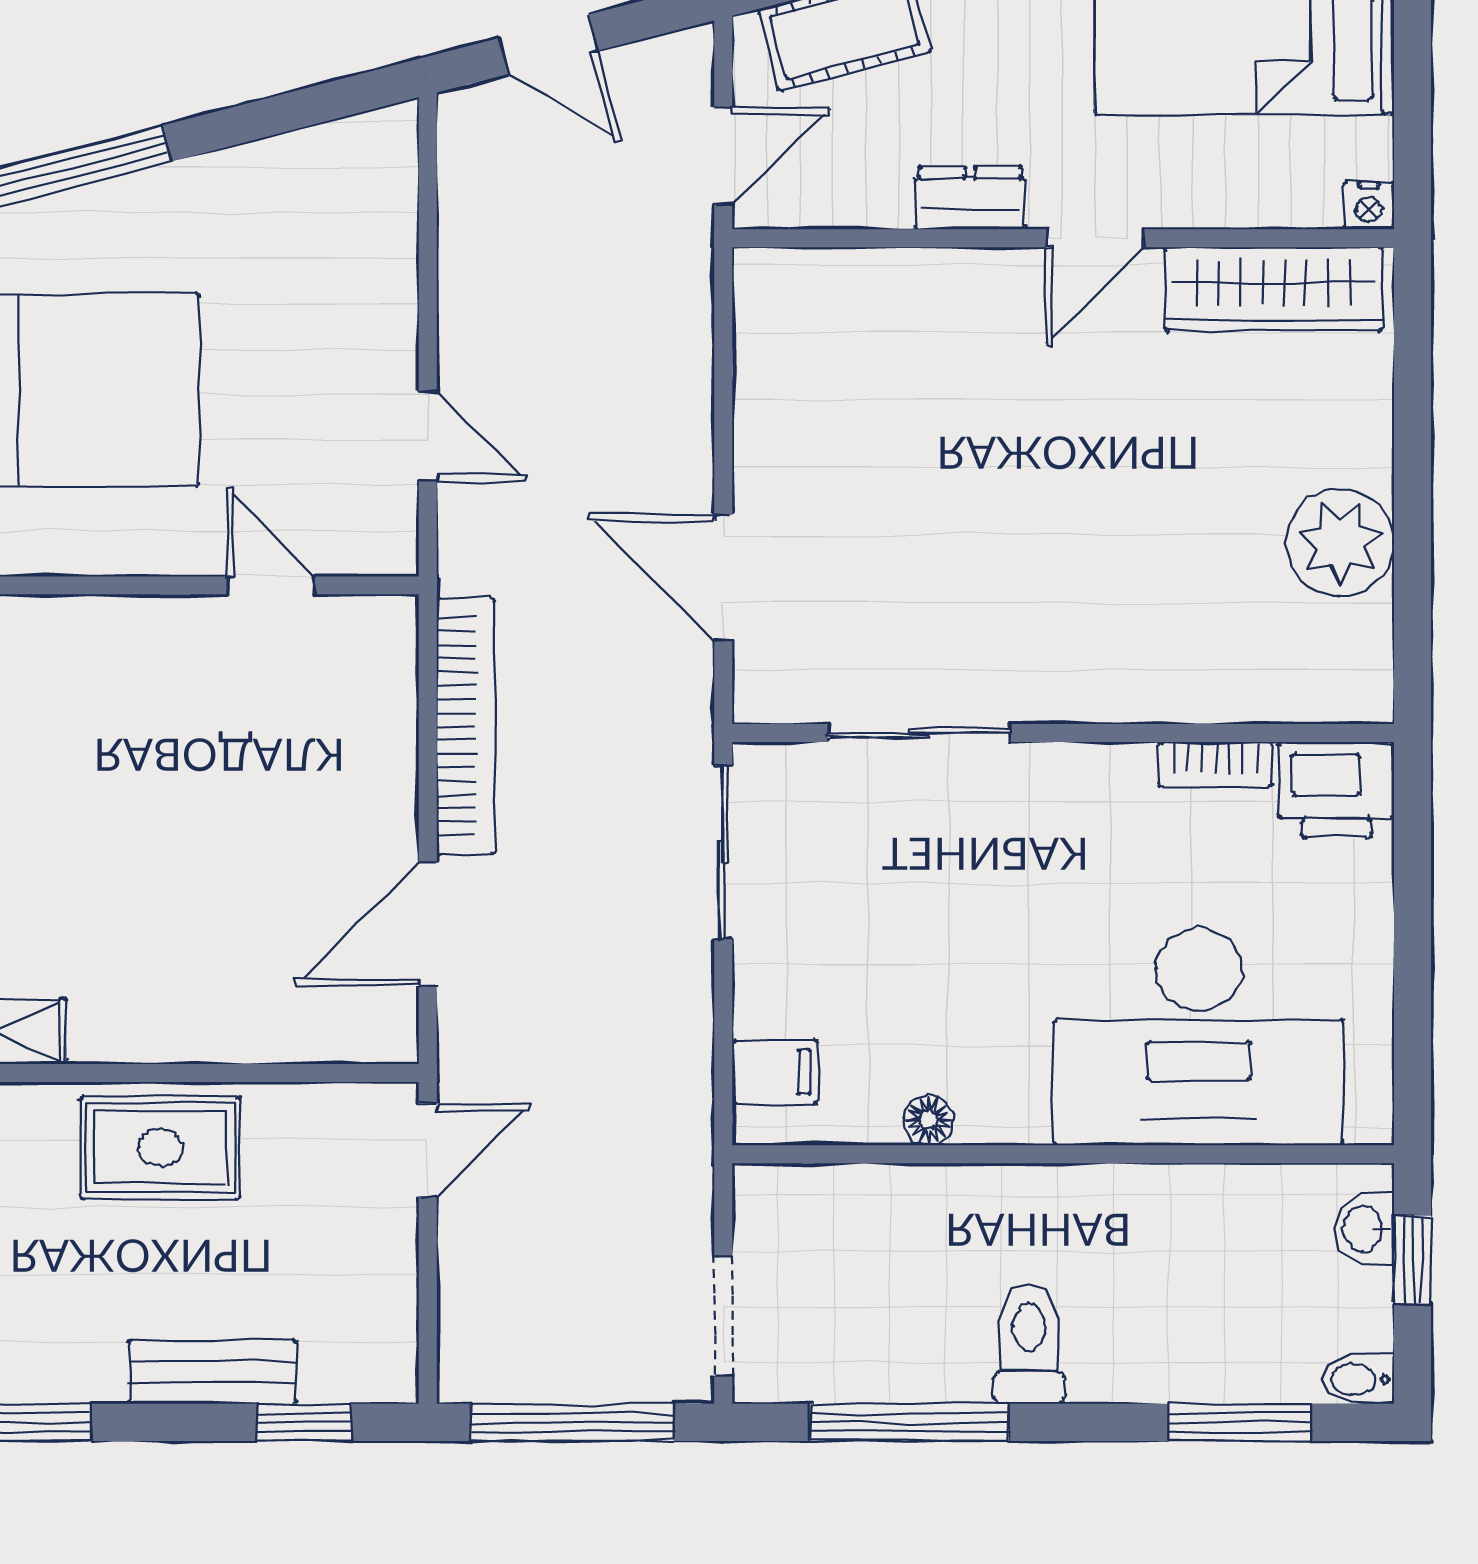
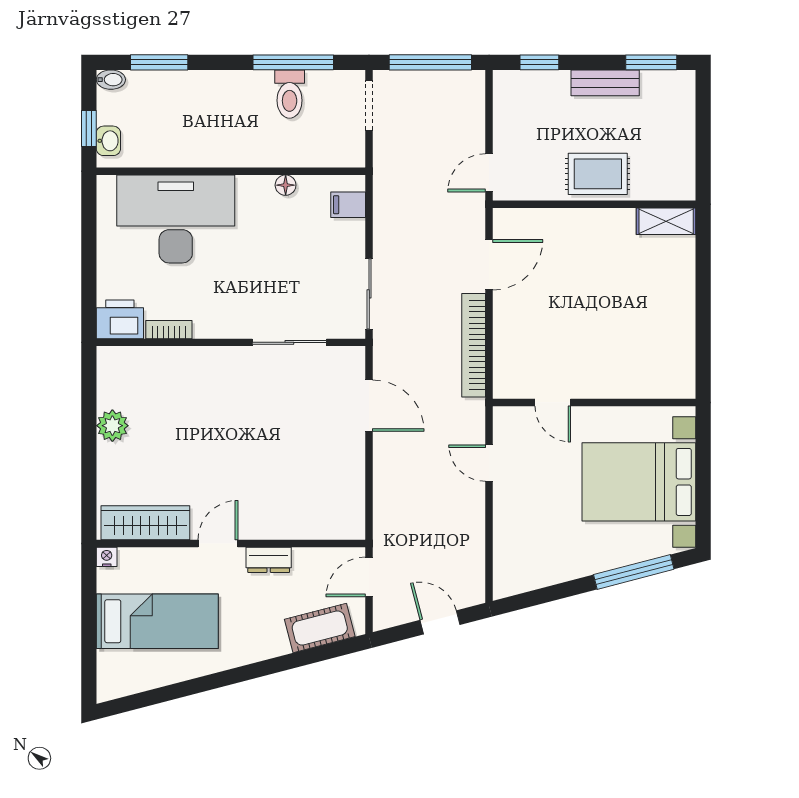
plant: (1340, 543) -> (112, 426), width x0.73, depth x0.73
toilet: (1029, 1344) -> (290, 94), moved
bench: (213, 1372) -> (605, 83), moved

